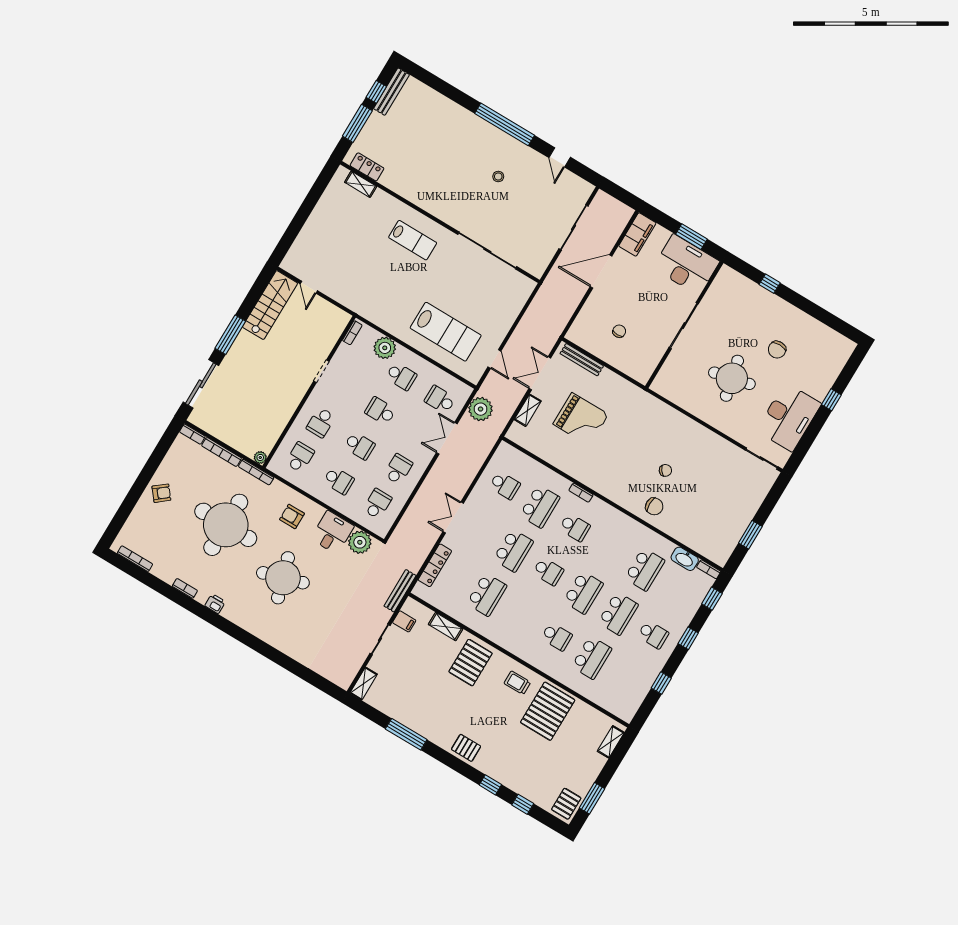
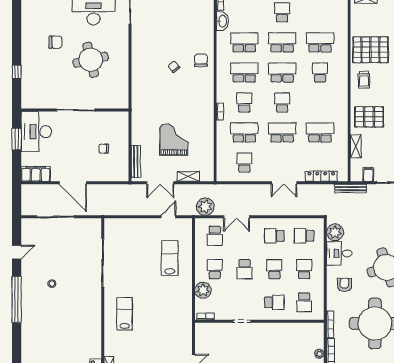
lab bench: (446, 332) -> (170, 258), width x0.73, depth x0.72
plant: (260, 457) -> (319, 354), moved
school desk: (300, 457) -> (304, 302), turned -90
armchair: (292, 516) -> (345, 285), turned 180
school desk: (610, 548) -> (244, 72), added

